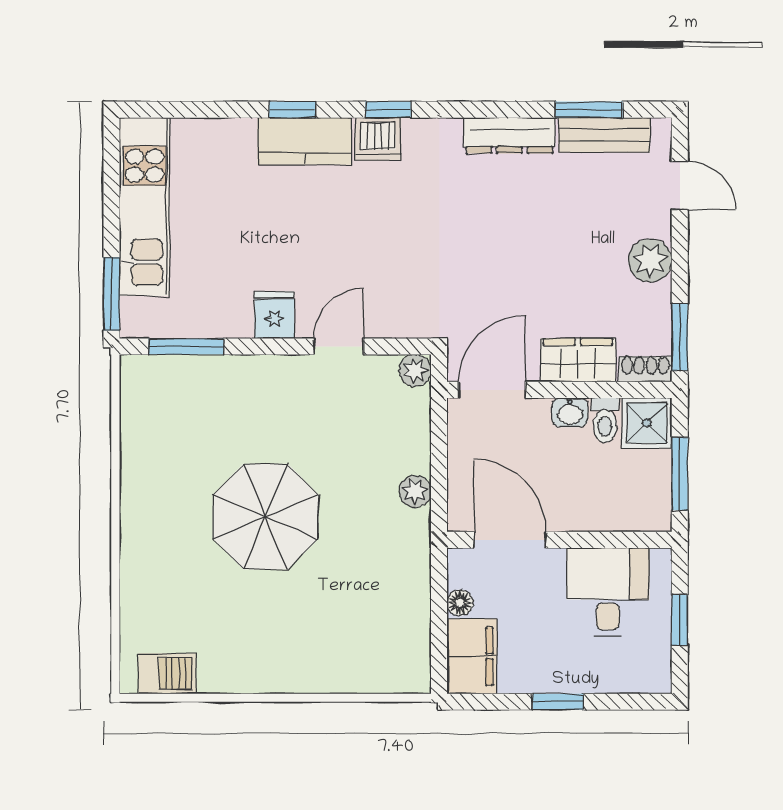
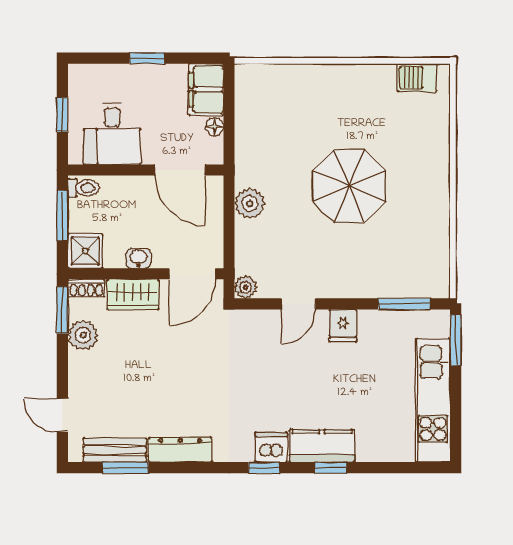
plant: (650, 260) -> (83, 335), moved
toilet: (605, 420) -> (83, 188), moved, turned 90
plant: (415, 491) -> (250, 203), width x1.38, depth x1.38

